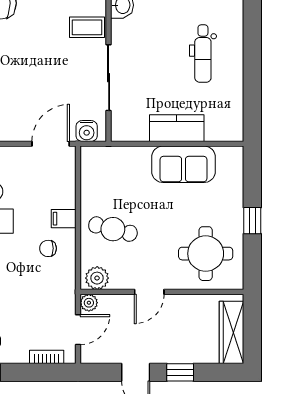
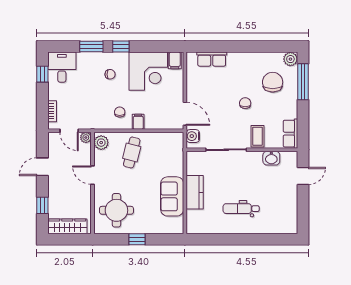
chair: (34, 47) -> (245, 103), added
window: (180, 372) -> (42, 205), moved

